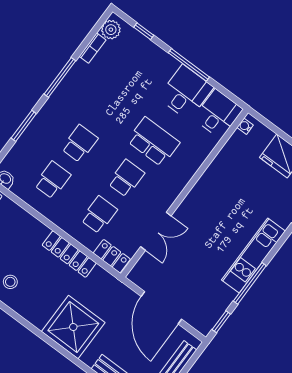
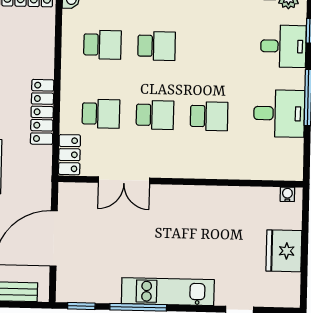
desk: (218, 114) -> (283, 46), moved
school desk: (153, 142) -> (209, 116), width x0.54

